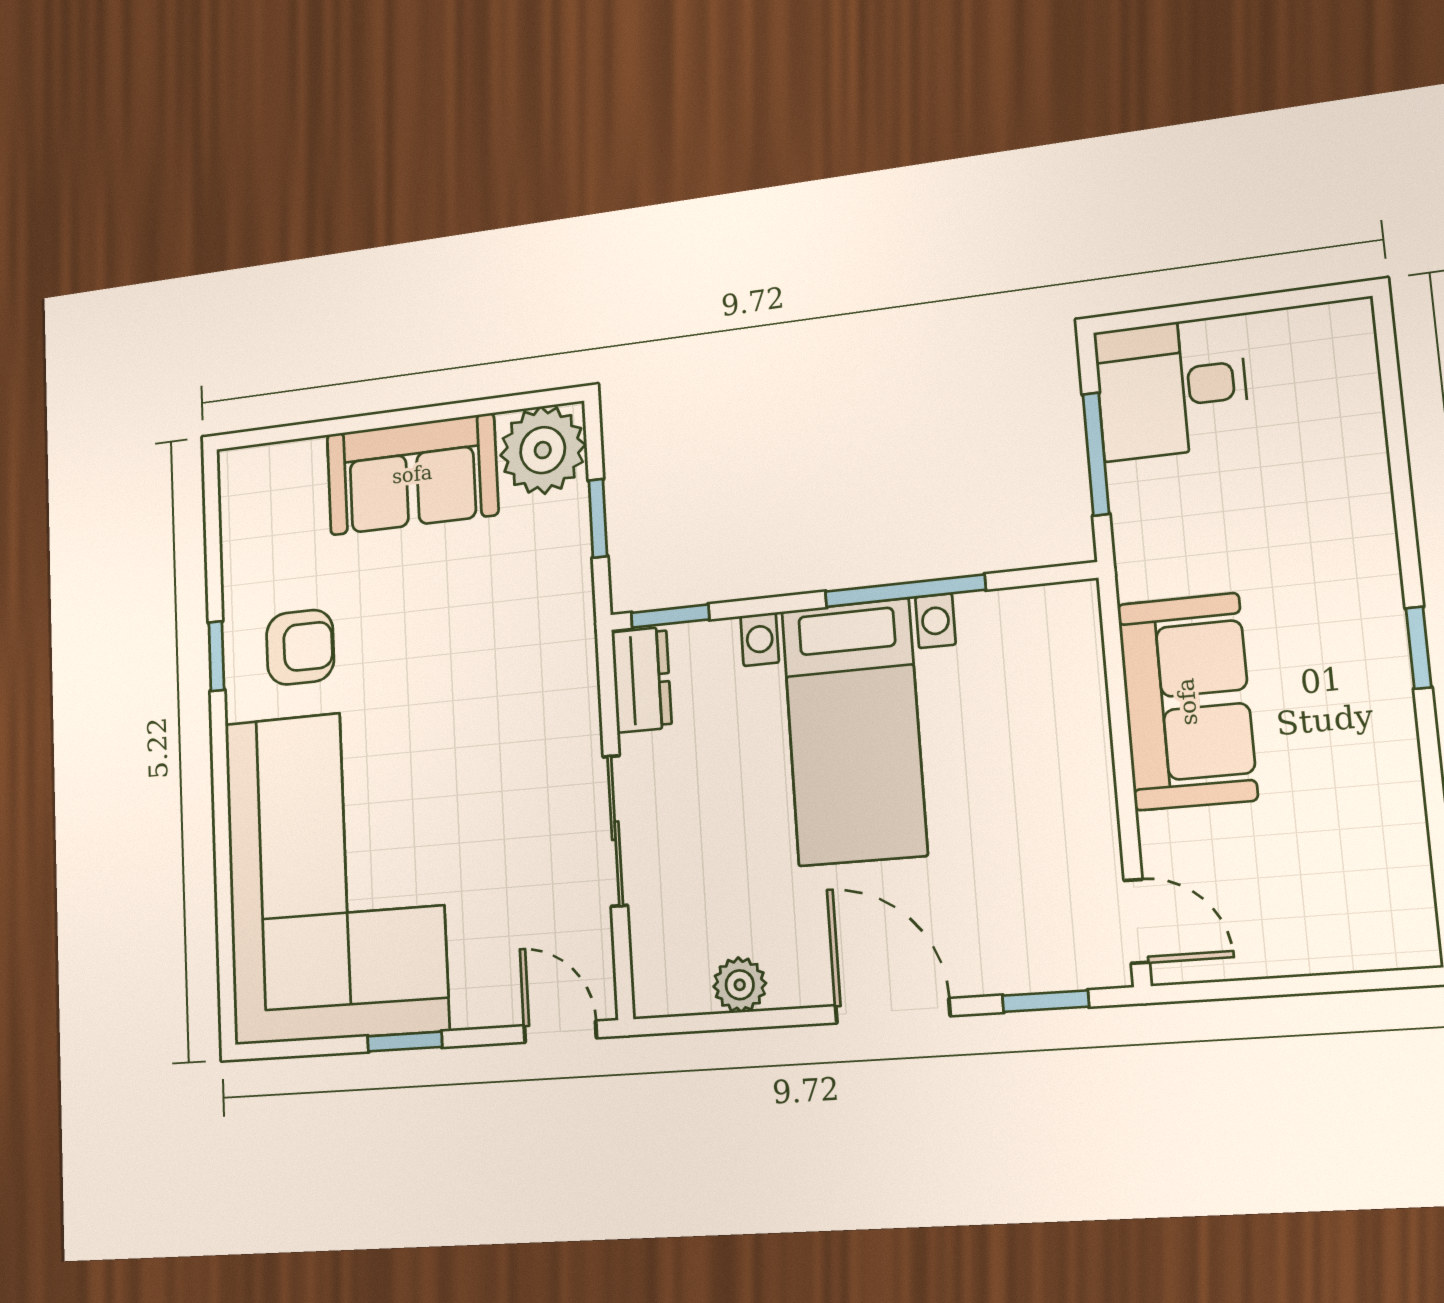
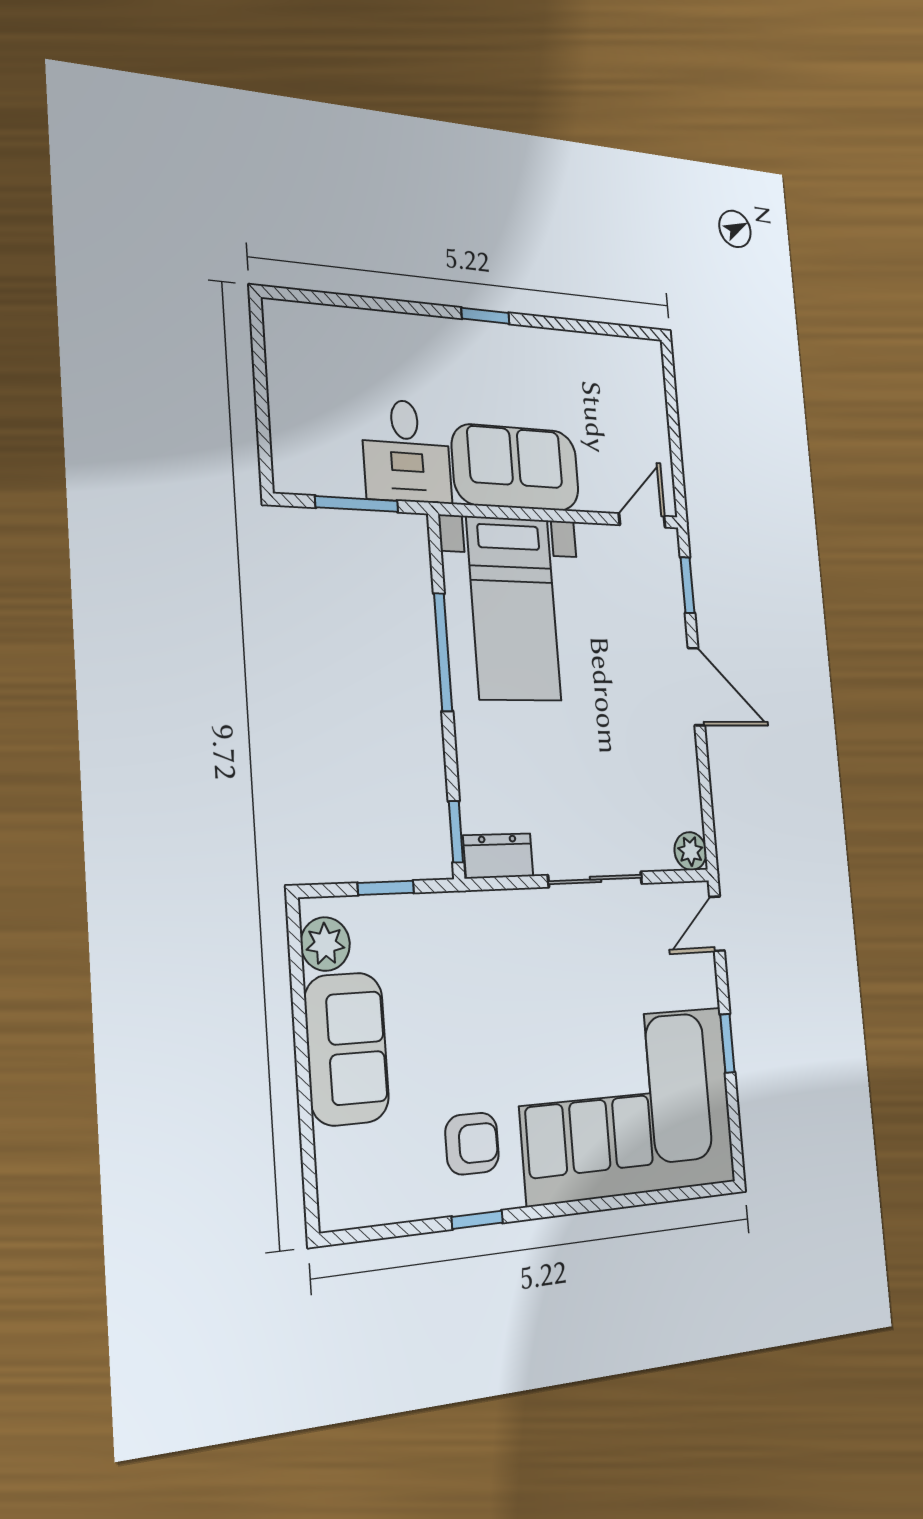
desk: (1171, 388) -> (406, 451), moved
plant: (543, 450) -> (325, 944), width x0.73, depth x0.73
armchair: (300, 647) -> (472, 1144), turned 90
bed with nightstands: (854, 732) -> (514, 609), moved, turned 90
plant: (740, 985) -> (691, 851), moved
door: (893, 1011) -> (696, 687), swing flipped

